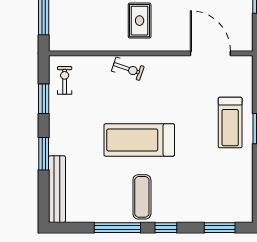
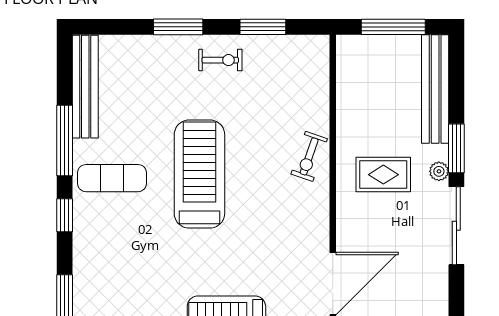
exercise bike: (65, 80) -> (220, 60), moved
bench: (57, 189) -> (85, 87), moved, turned 90

